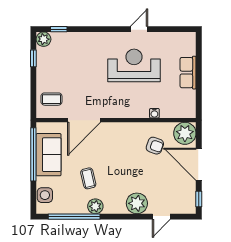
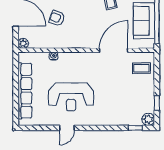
row of seats: (188, 73) -> (25, 91), width x2.02
plant: (185, 133) -> (23, 43), width x0.53, depth x0.53
armchair: (155, 146) -> (57, 18), moved

